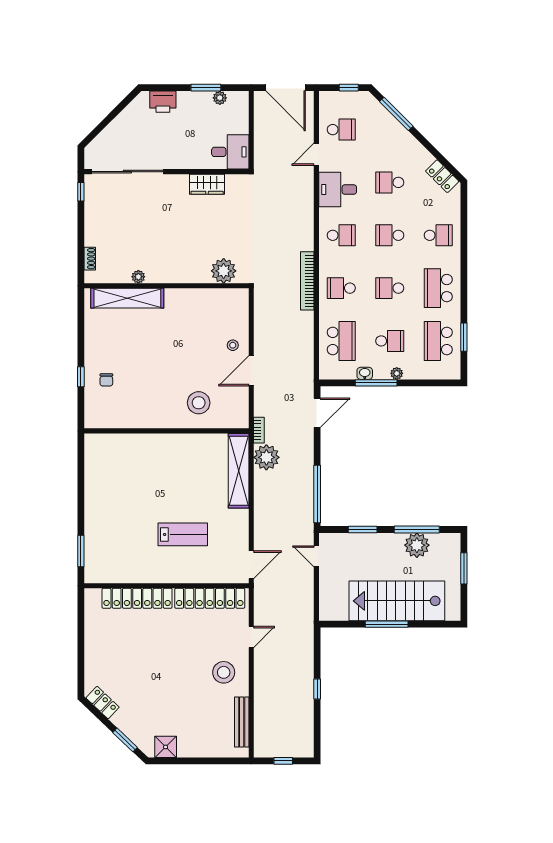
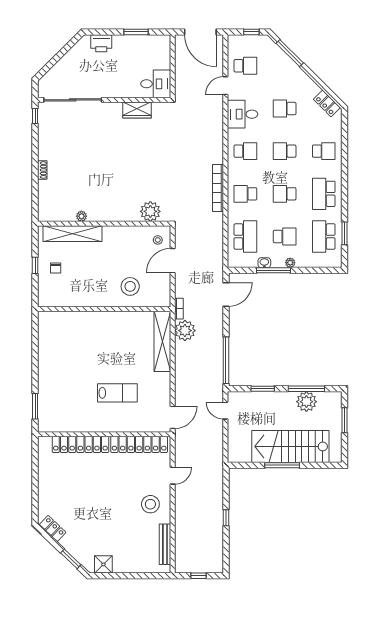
plant: (220, 98) -> (147, 40), removed
plant: (224, 271) -> (150, 211), moved
plant: (138, 277) -> (81, 216), moved
wall: (166, 286) -> (104, 224), moved
shelving: (127, 298) -> (73, 234), moved

